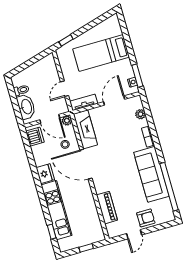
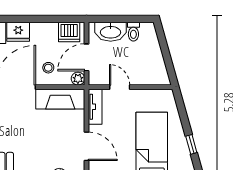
window: (66, 40) -> (191, 144), moved

